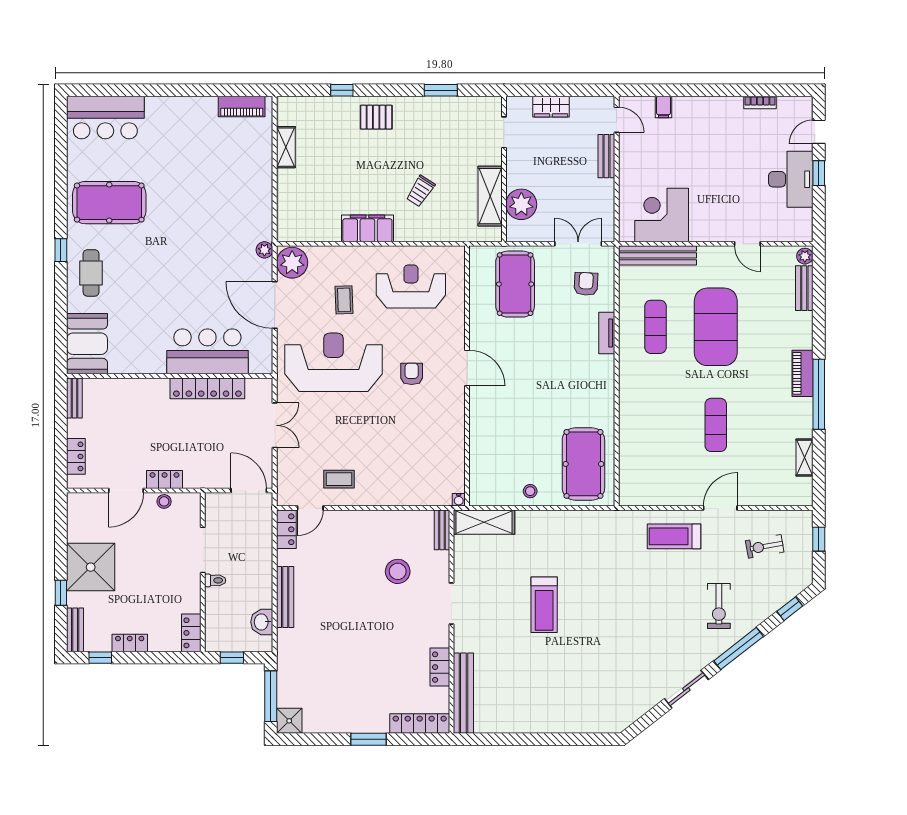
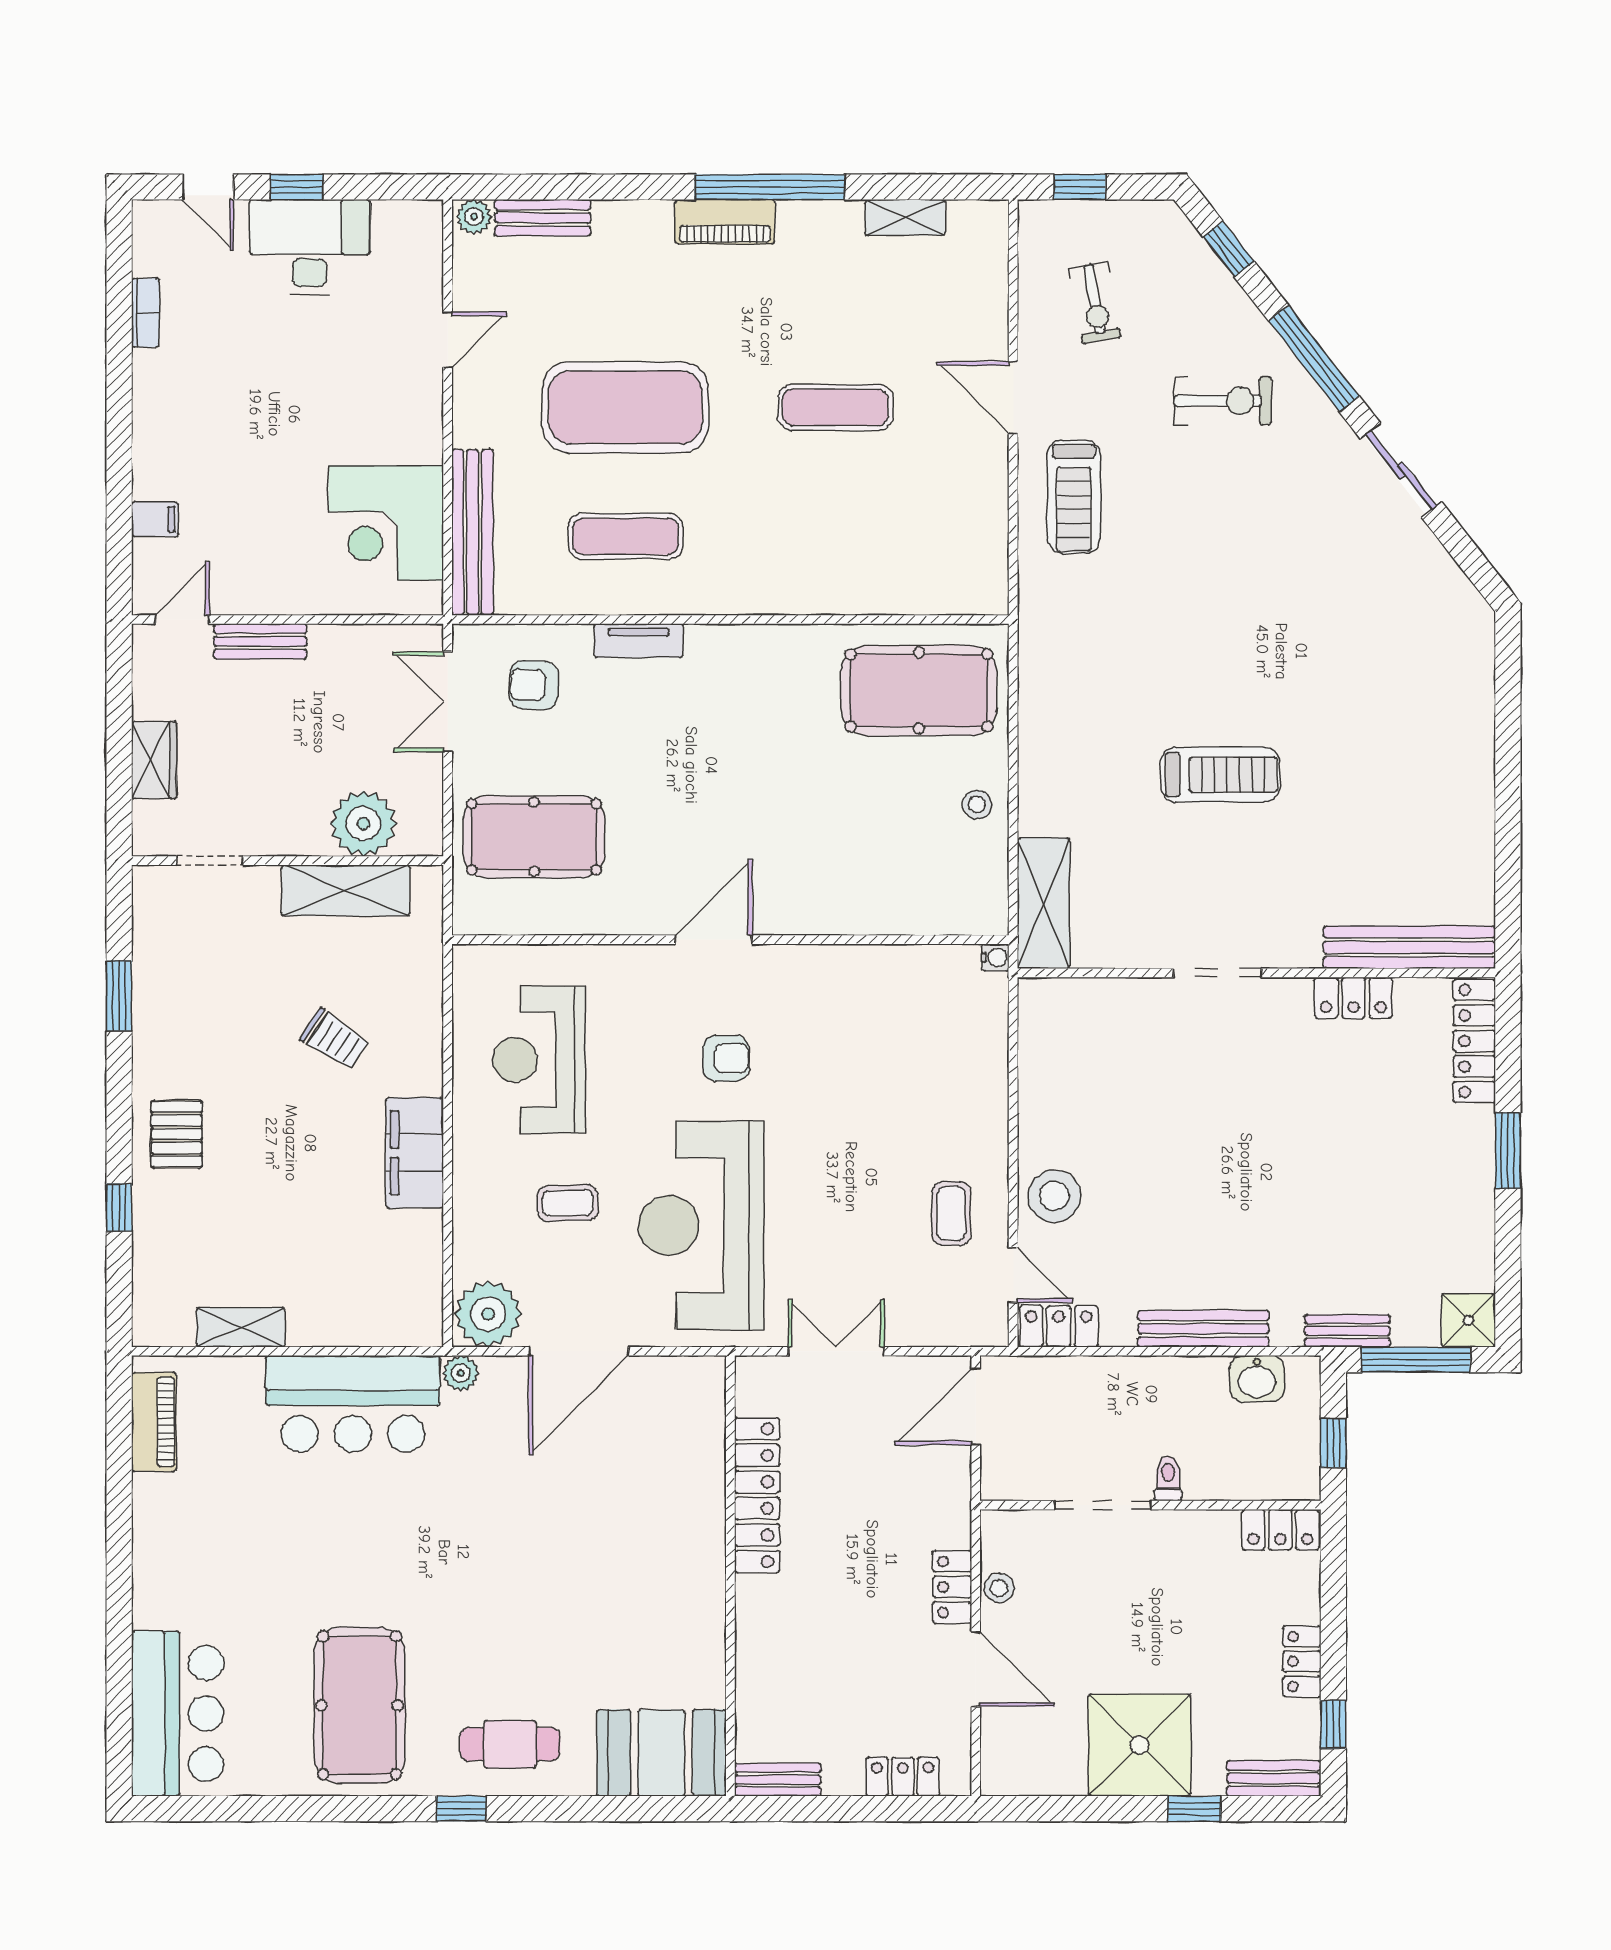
bar counter: (207, 351) -> (353, 1404), moved, turned -90
armchair: (412, 374) -> (726, 1058), turned 180
bench: (442, 530) -> (1347, 1331), moved
stool: (398, 571) -> (1054, 1196), moved

